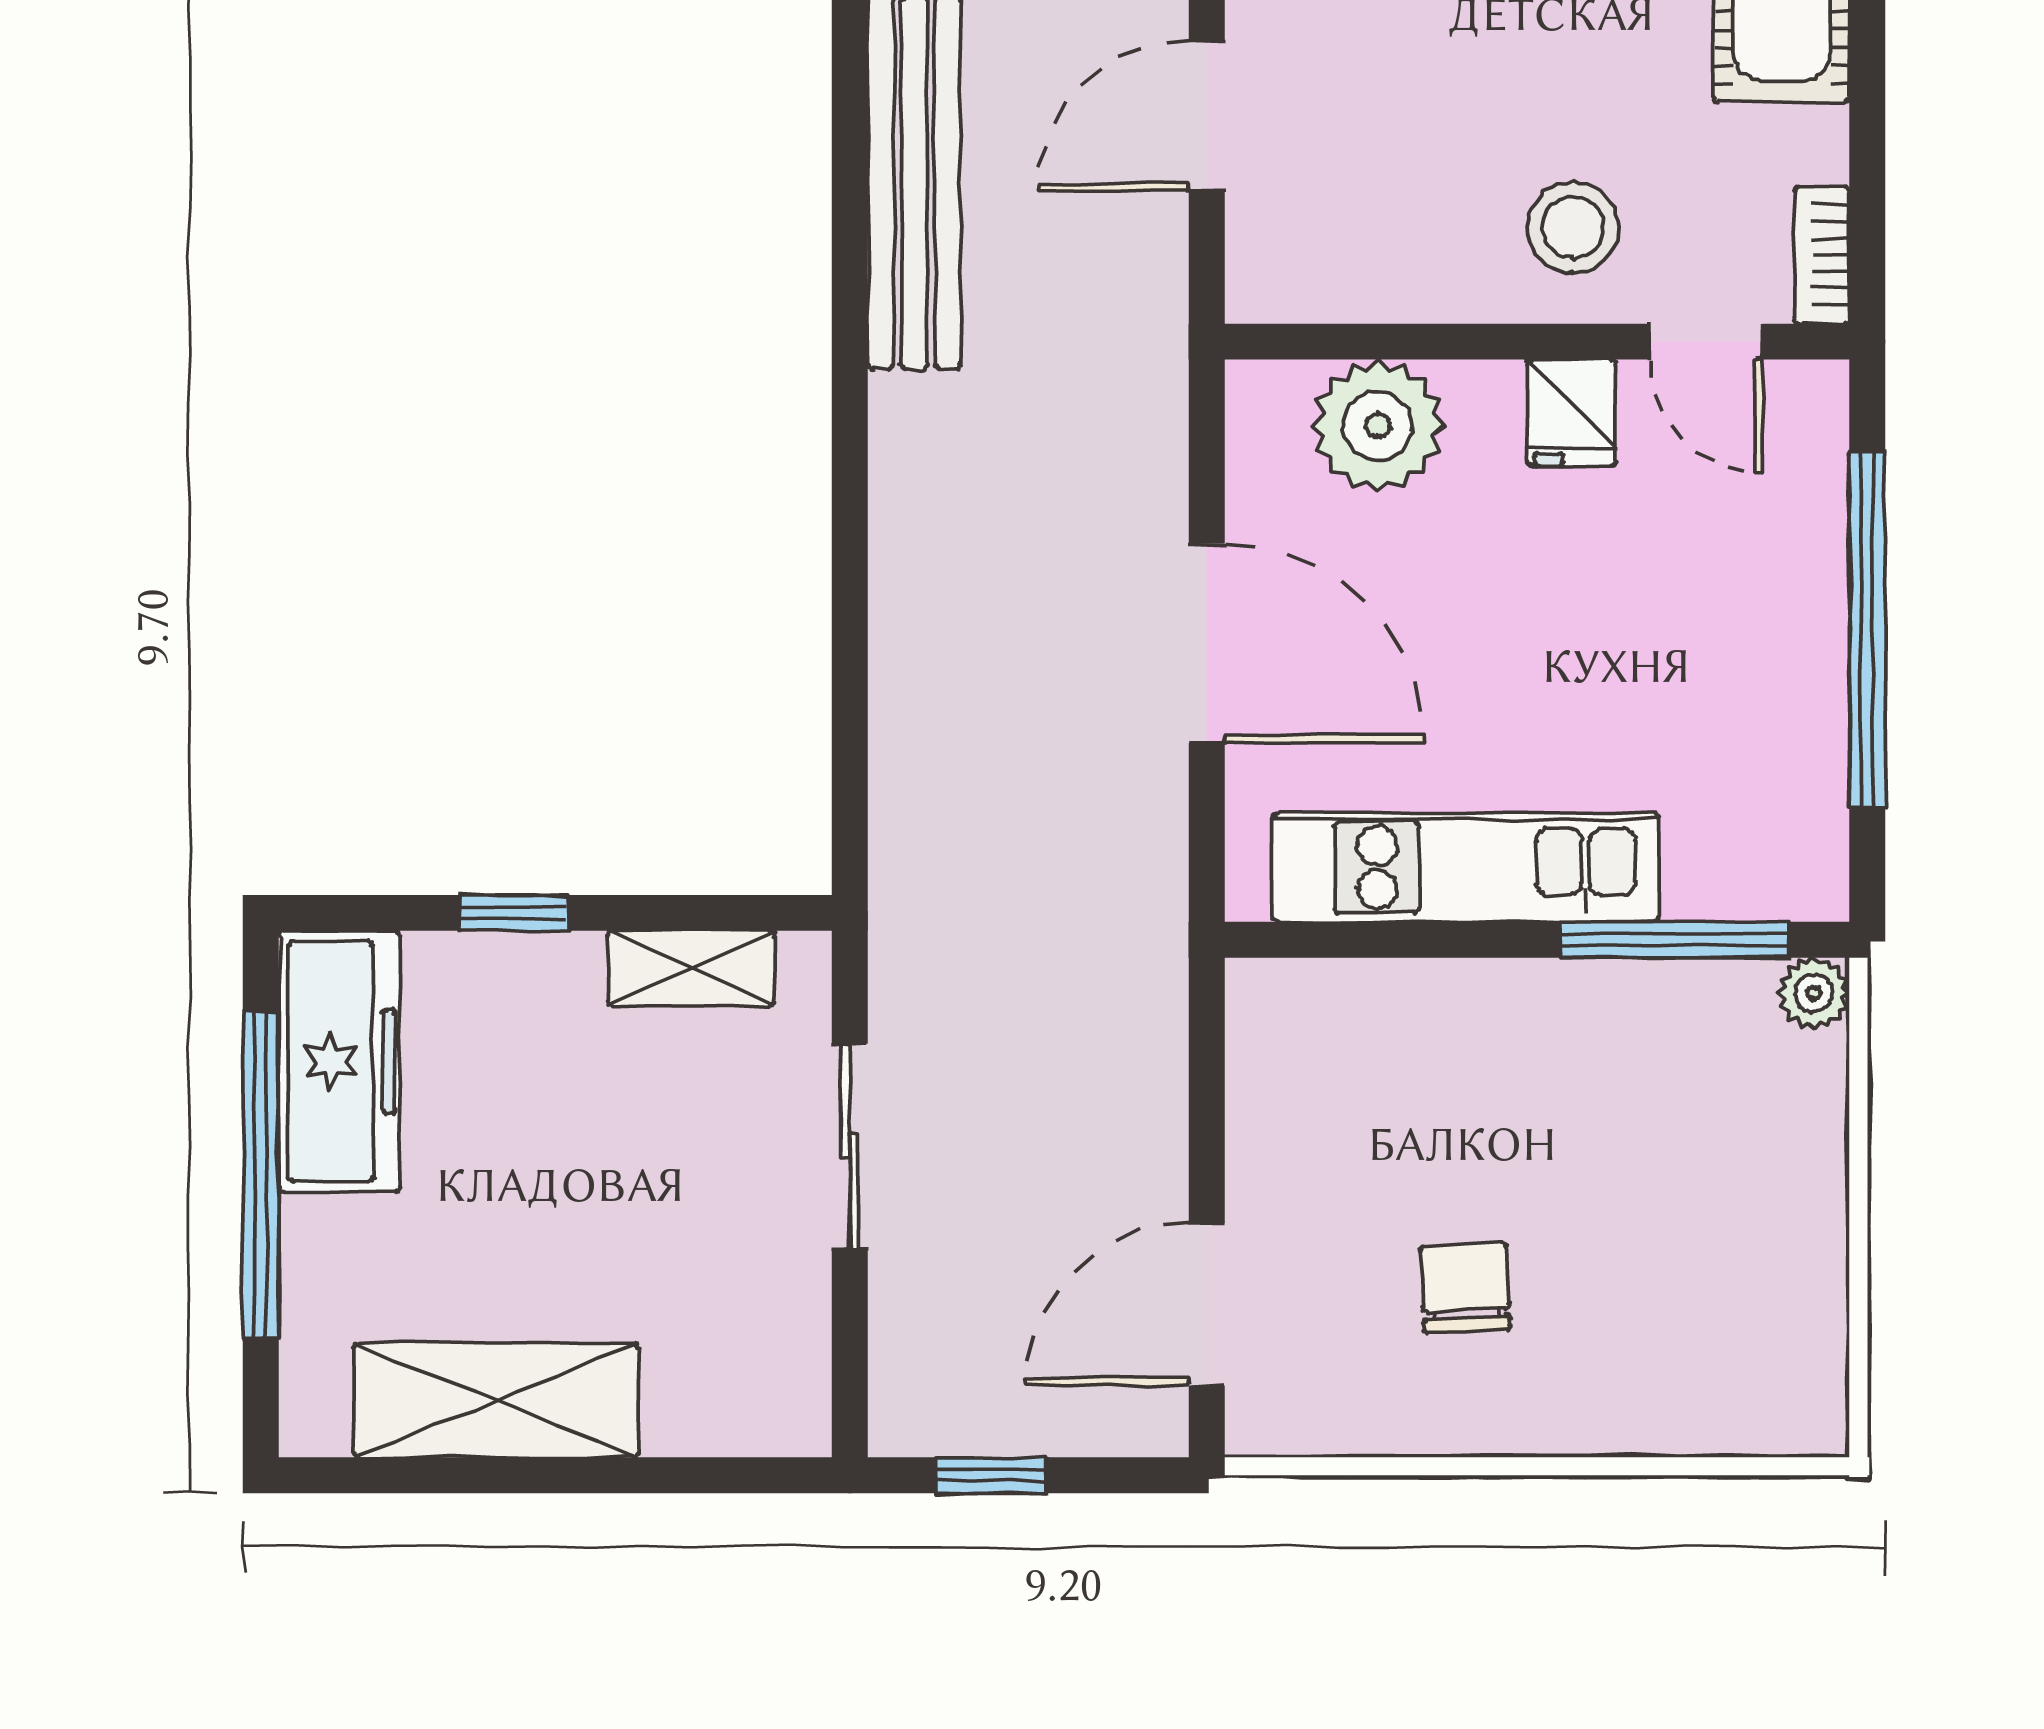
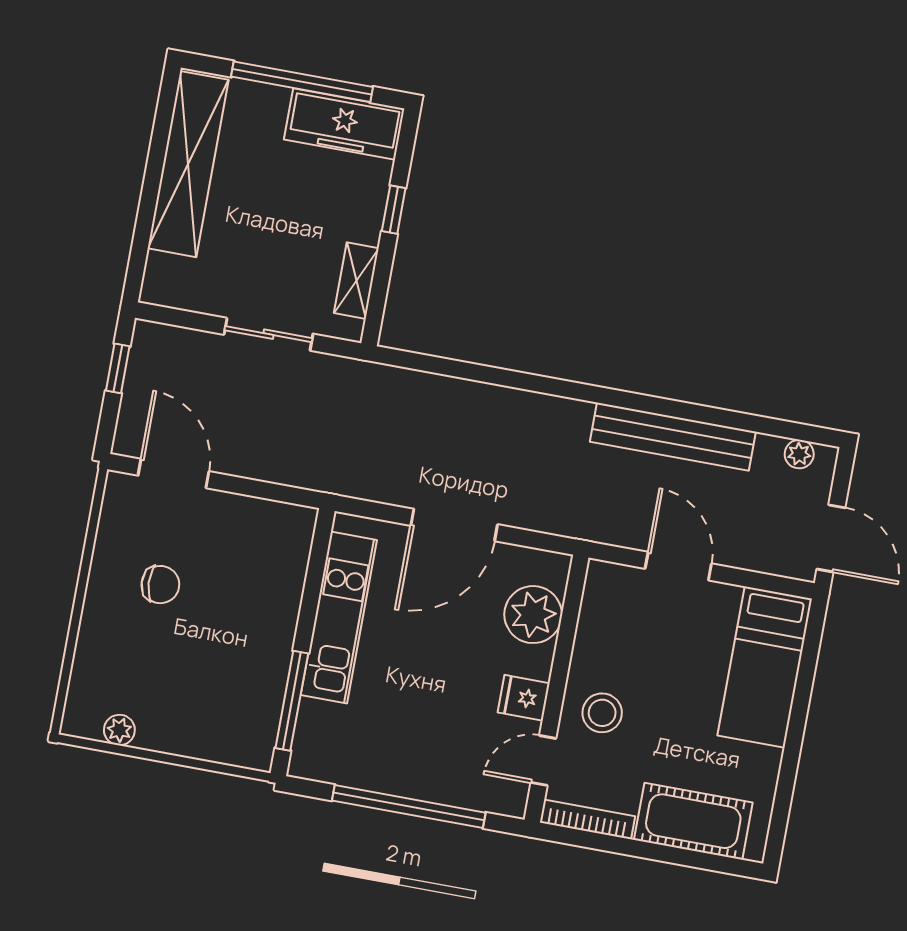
bookcase: (1822, 255) -> (587, 819), width x1.56
plant: (1814, 993) -> (119, 730), moved
shelving: (496, 1400) -> (188, 164), width x1.47

